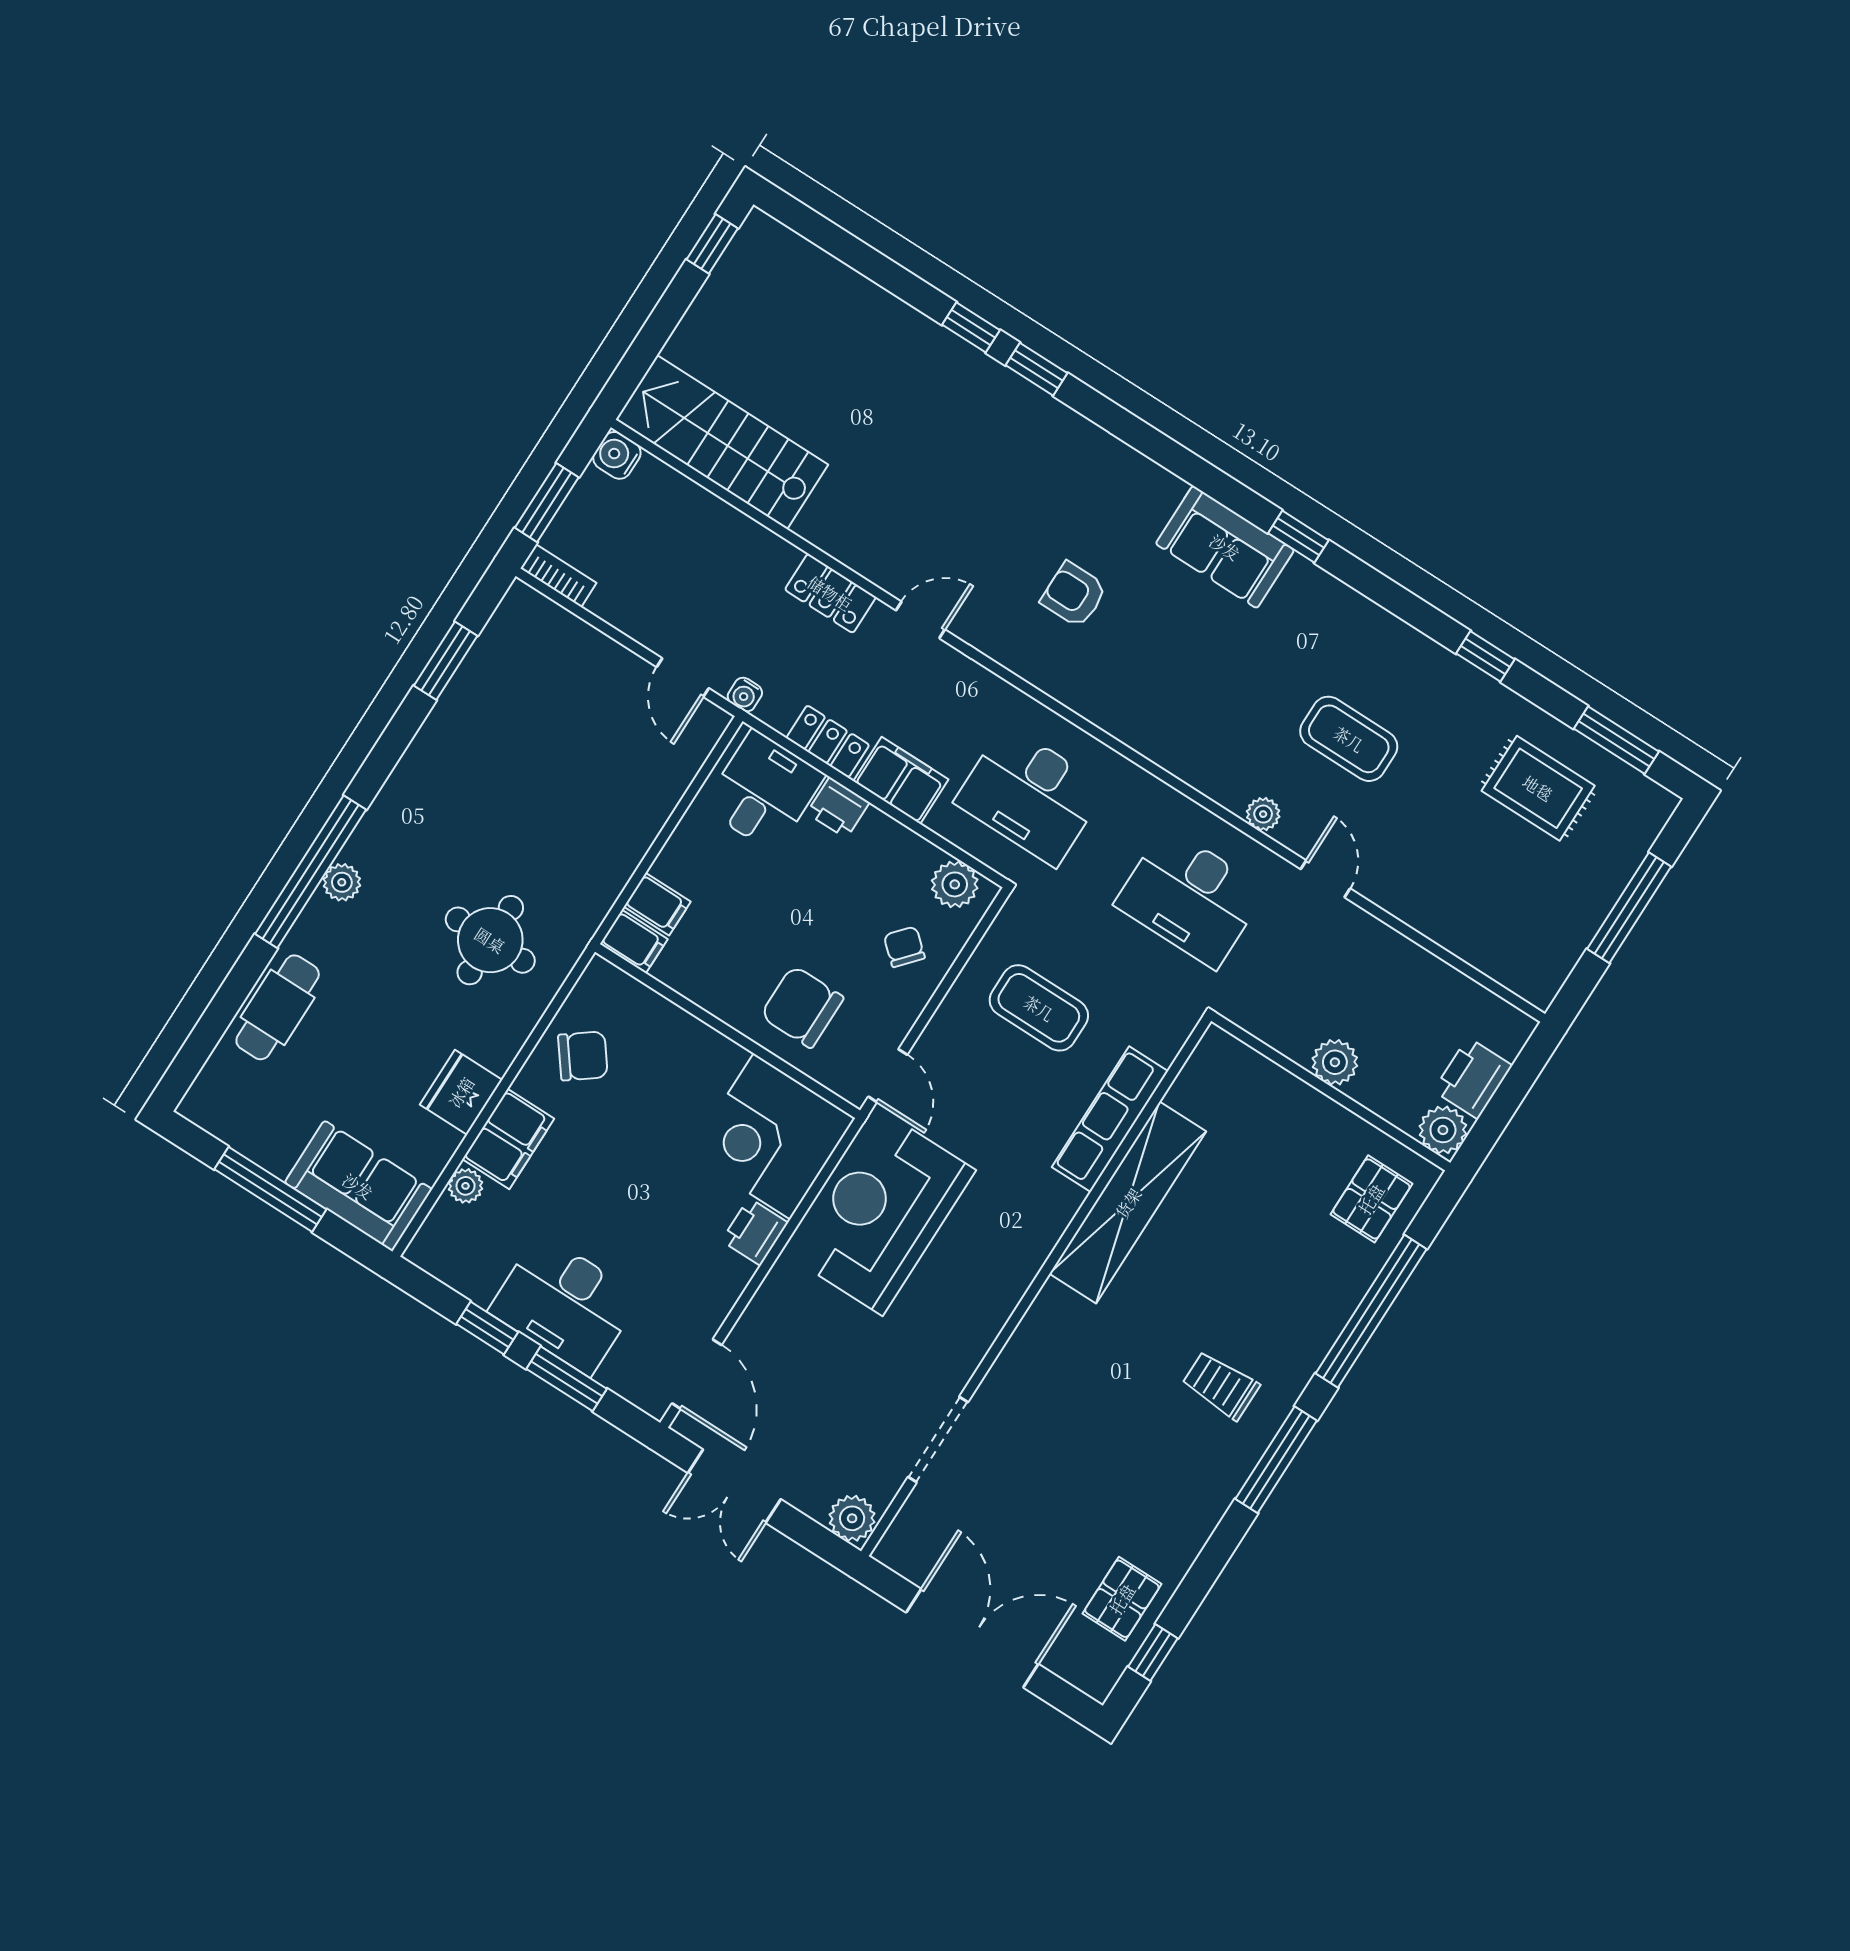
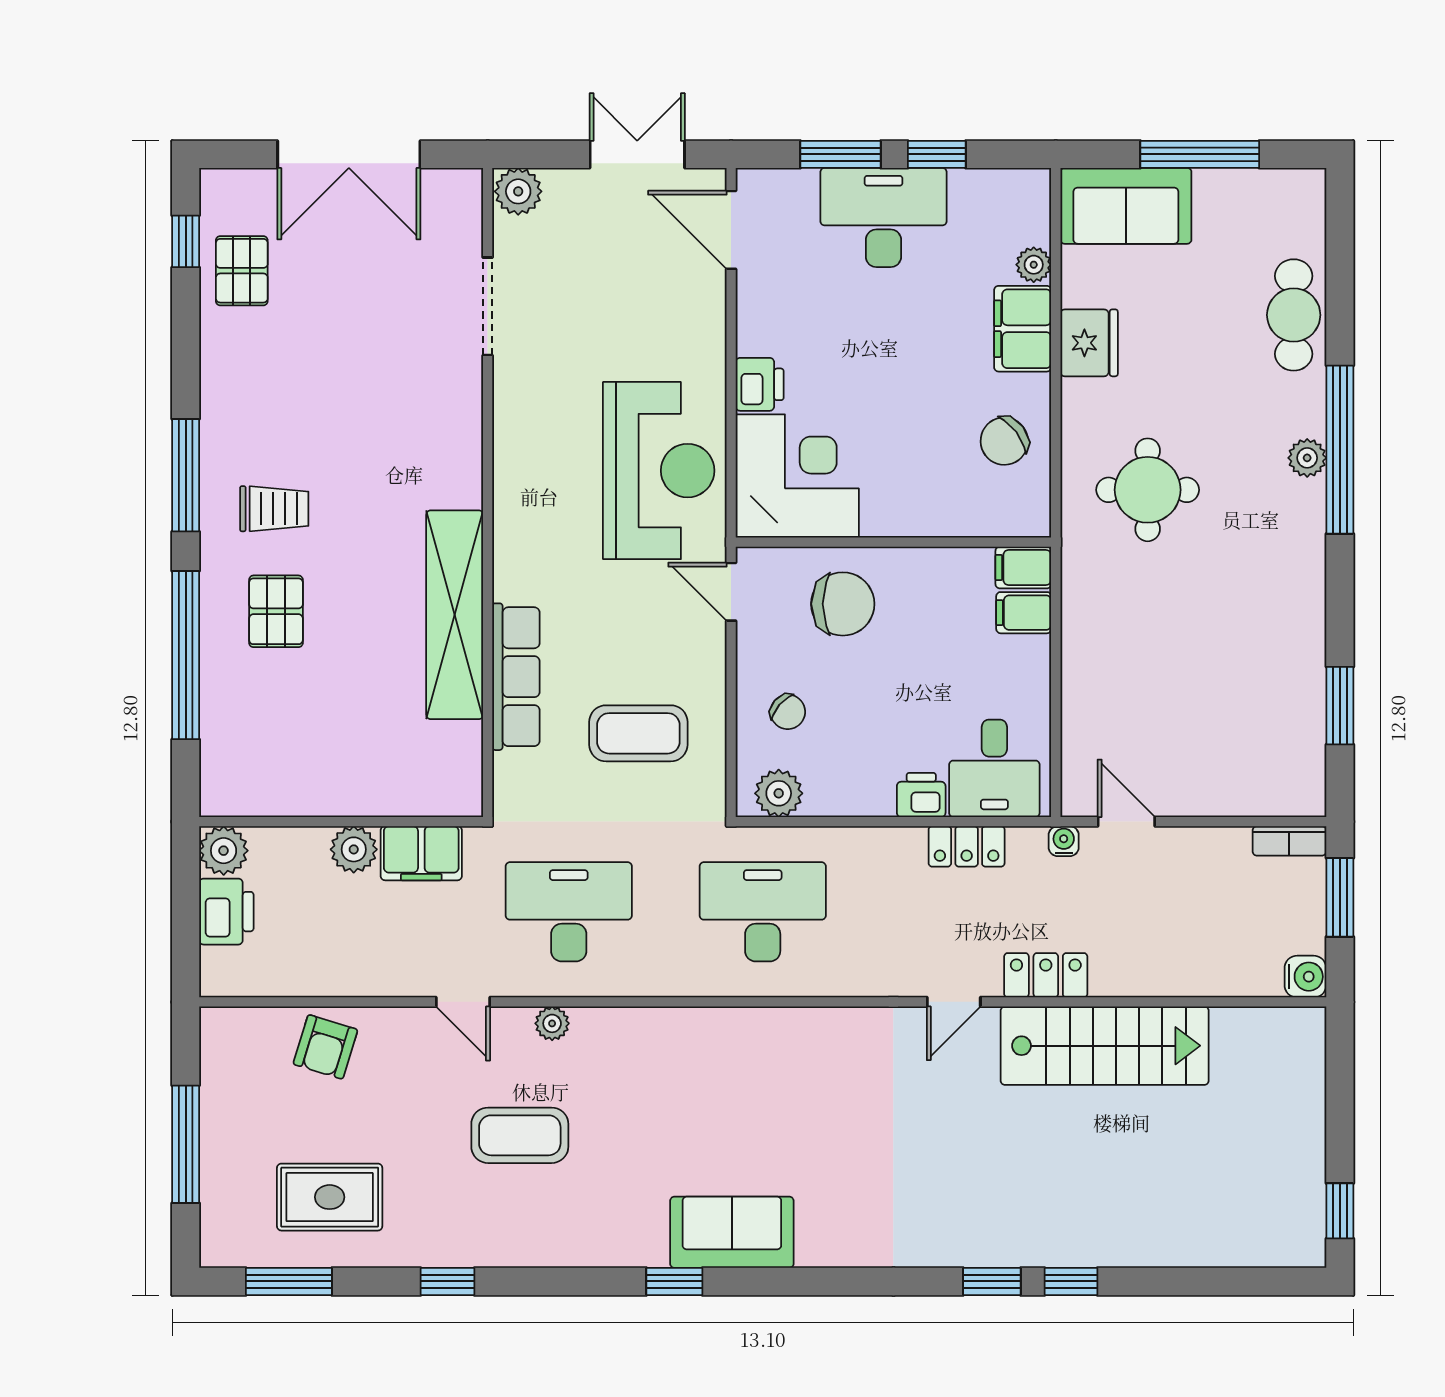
stairs: (722, 442) -> (1105, 1046), moved
armchair: (1074, 595) -> (325, 1047), moved, turned 107
filing cabinet: (901, 780) -> (421, 853), moved
pallet: (1371, 1199) -> (276, 611), moved

